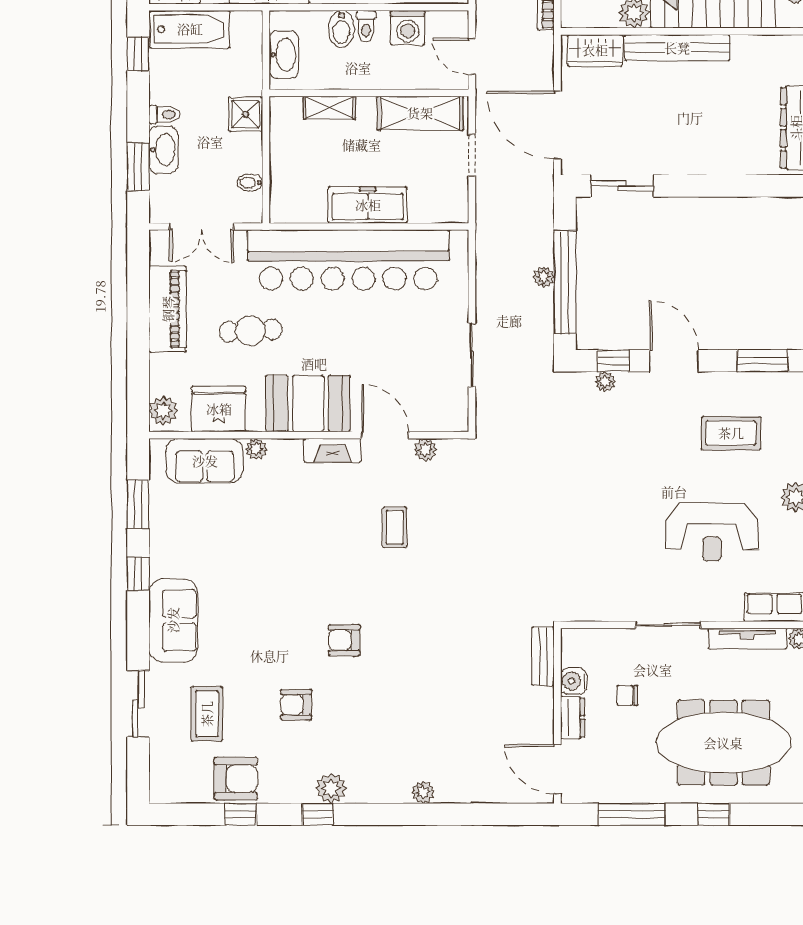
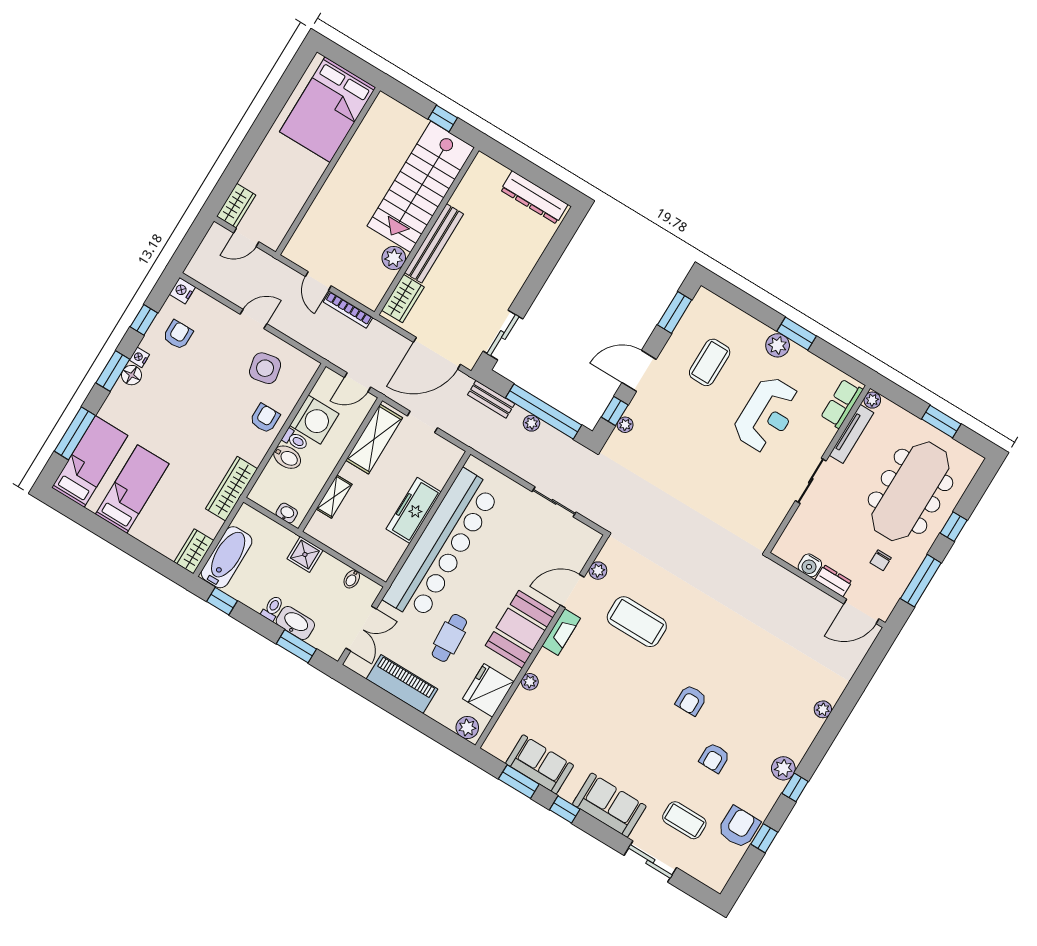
washing machine: (408, 28) -> (314, 420), width x1.37, depth x1.37
washbasin: (284, 55) -> (287, 513), width x0.52, depth x0.69
sofa: (205, 461) -> (540, 764), moved, turned -90
coffee table: (395, 527) -> (637, 622), width x1.86, depth x1.72
bench: (543, 656) -> (491, 399), moved
chair: (627, 695) -> (881, 560), moved

